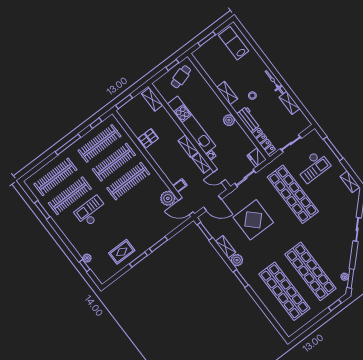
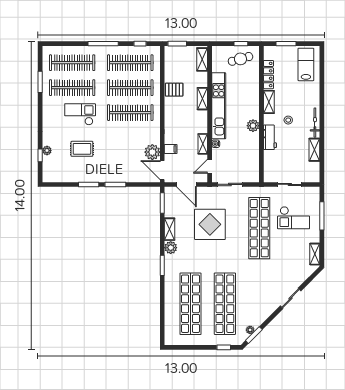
locker: (264, 141) -> (268, 75), moved
shelving: (188, 146) -> (202, 99), moved
fridge: (257, 157) -> (252, 174), removed
door: (219, 176) -> (210, 166), hinge flipped
rug: (122, 252) -> (82, 149), moved

